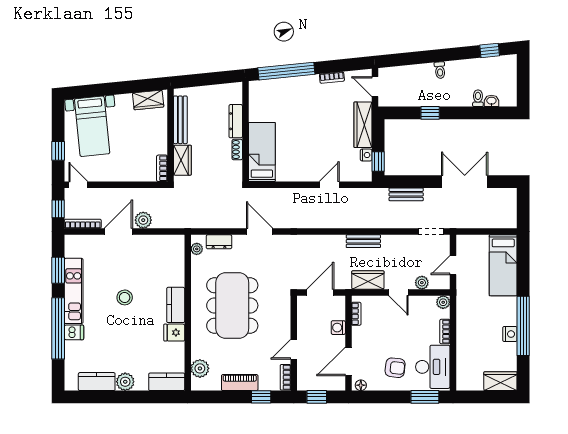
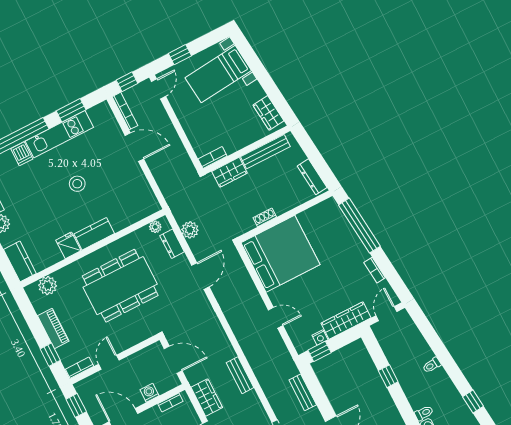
dresser: (236, 121) -> (312, 177), moved, turned -96
bed: (262, 152) -> (280, 254), width x2.04
plant: (143, 220) -> (190, 230), moved
door: (294, 349) -> (109, 362), hinge flipped

